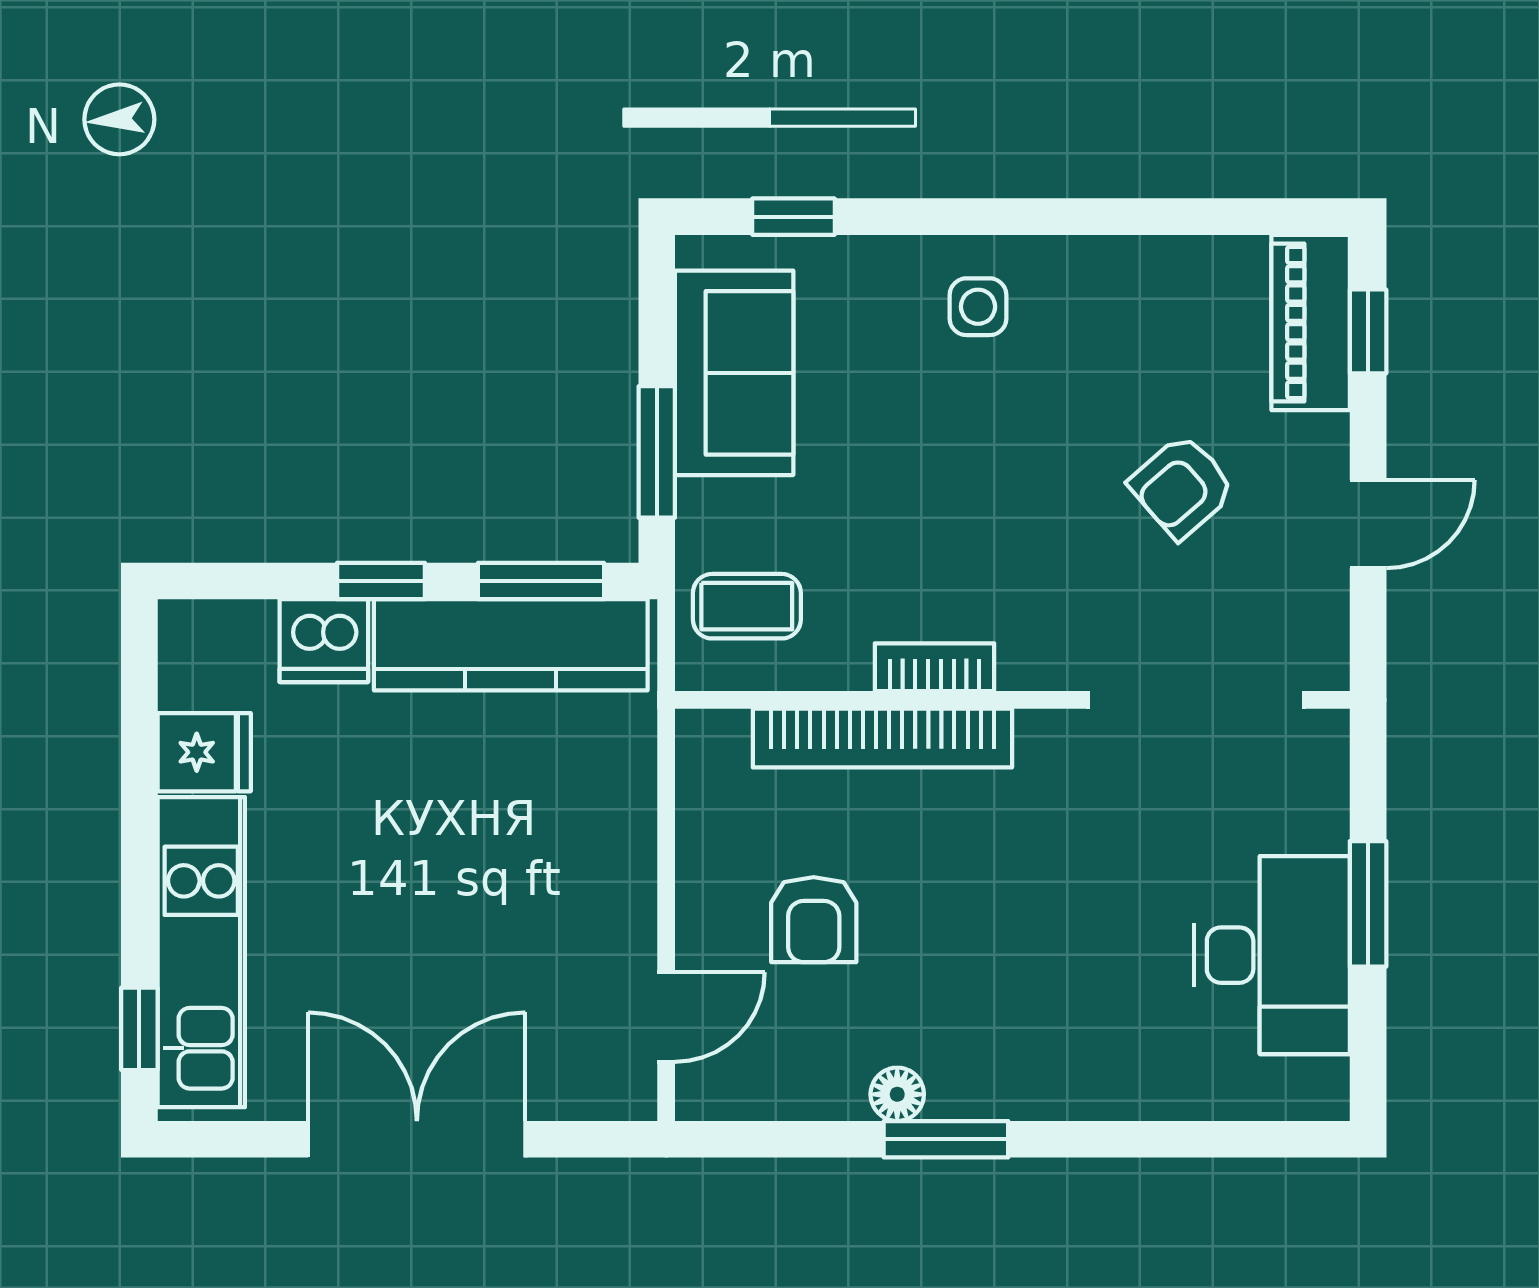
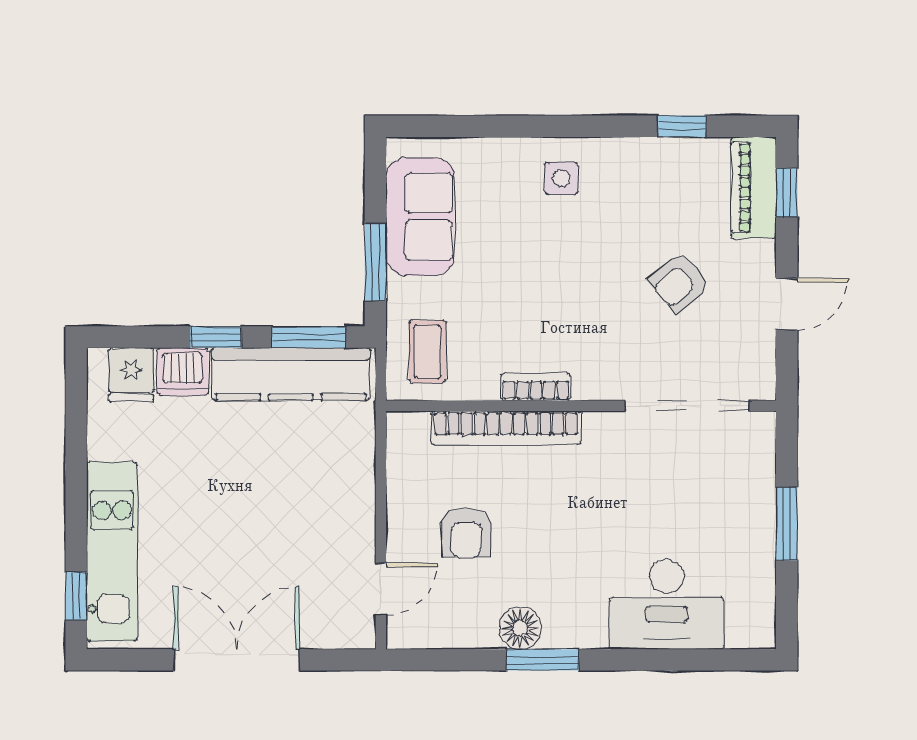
window: (794, 217) -> (682, 126), moved
coffee table: (747, 606) -> (427, 352), turned 90
fridge: (204, 752) -> (131, 375), moved, turned 90
desk: (1272, 955) -> (667, 604), moved, turned 90
floor lamp: (897, 1094) -> (520, 628), width x1.37, depth x1.37

